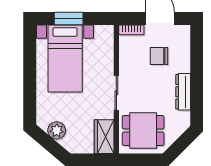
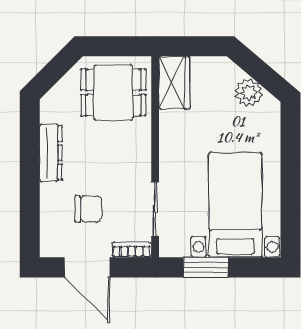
window: (69, 19) -> (206, 267), moved
sliding door: (116, 93) -> (155, 209), moved

